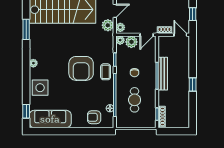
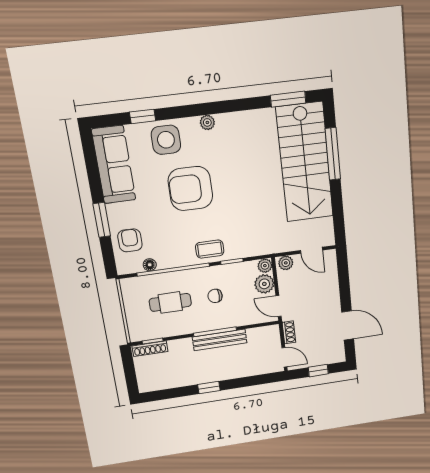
plant: (108, 25) -> (287, 242), removed
window: (26, 29) -> (288, 99), moved
door: (180, 35) -> (284, 357), hinge flipped
armchair: (81, 68) -> (190, 189), moved
window: (26, 111) -> (143, 116), moved
window: (80, 131) -> (102, 220), added

